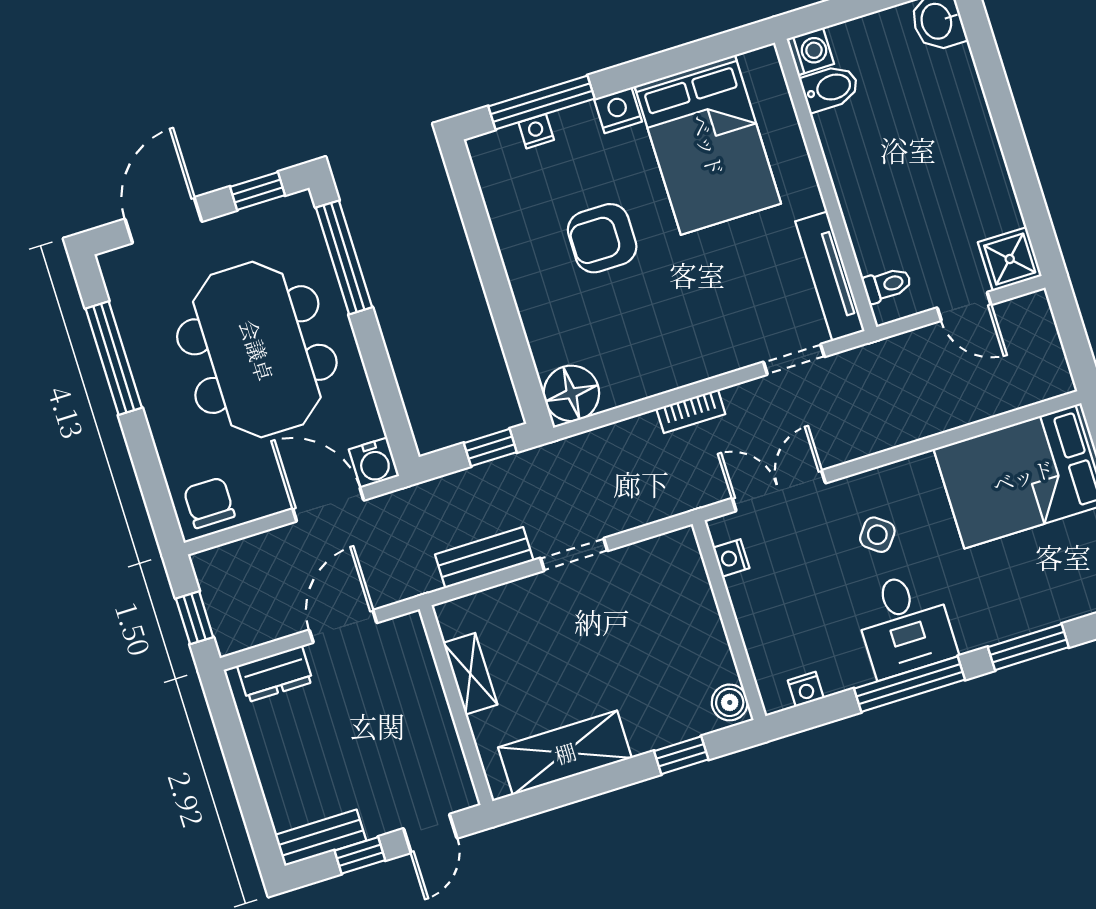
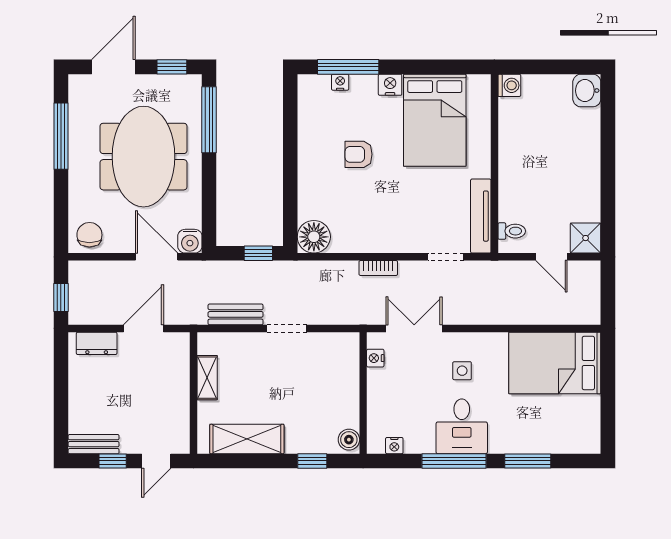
bidet: (830, 88) -> (514, 110), removed
armchair: (602, 238) -> (359, 154), width x0.72, depth x0.72
side table: (877, 535) -> (462, 371), turned -37

